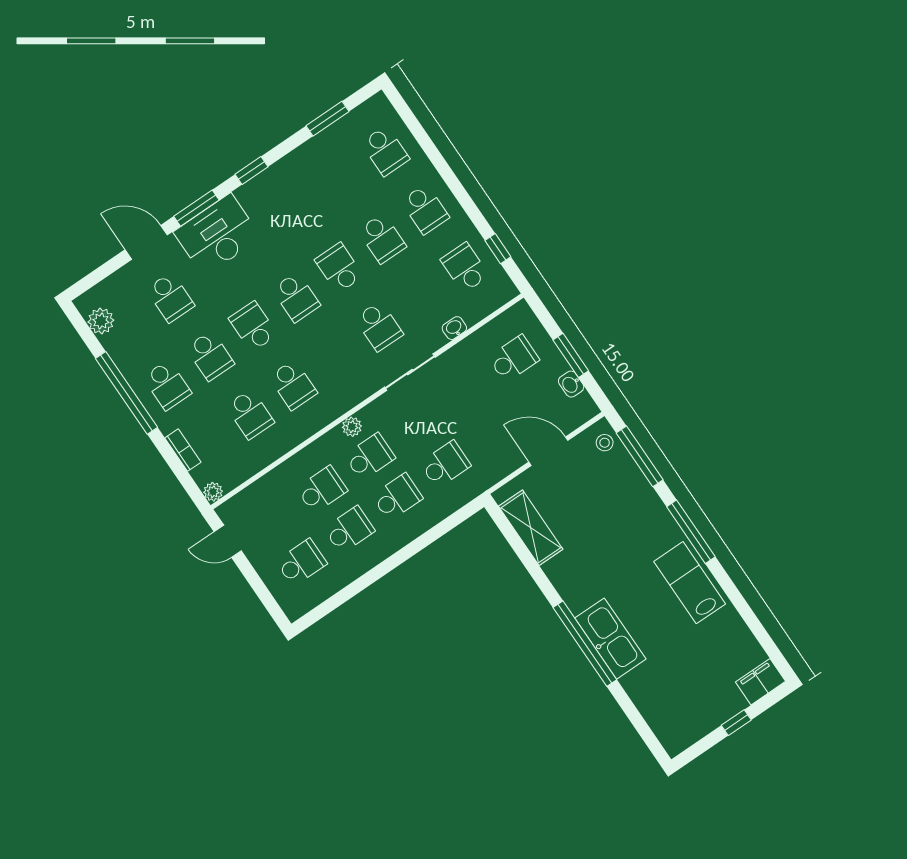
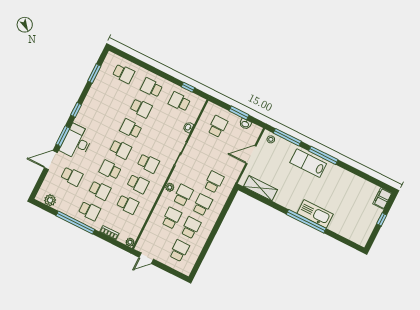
school desk: (425, 209) -> (151, 88), turned 180
school desk: (379, 326) -> (148, 163), moved
lab bench: (690, 583) -> (308, 163), moved

